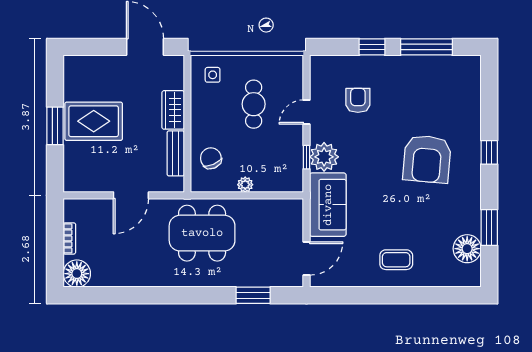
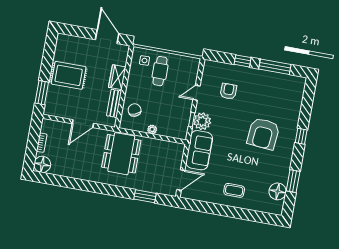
cafe table: (254, 104) -> (160, 71), moved
window: (55, 126) -> (42, 93), moved
dining table: (202, 233) -> (121, 154), turned 90

